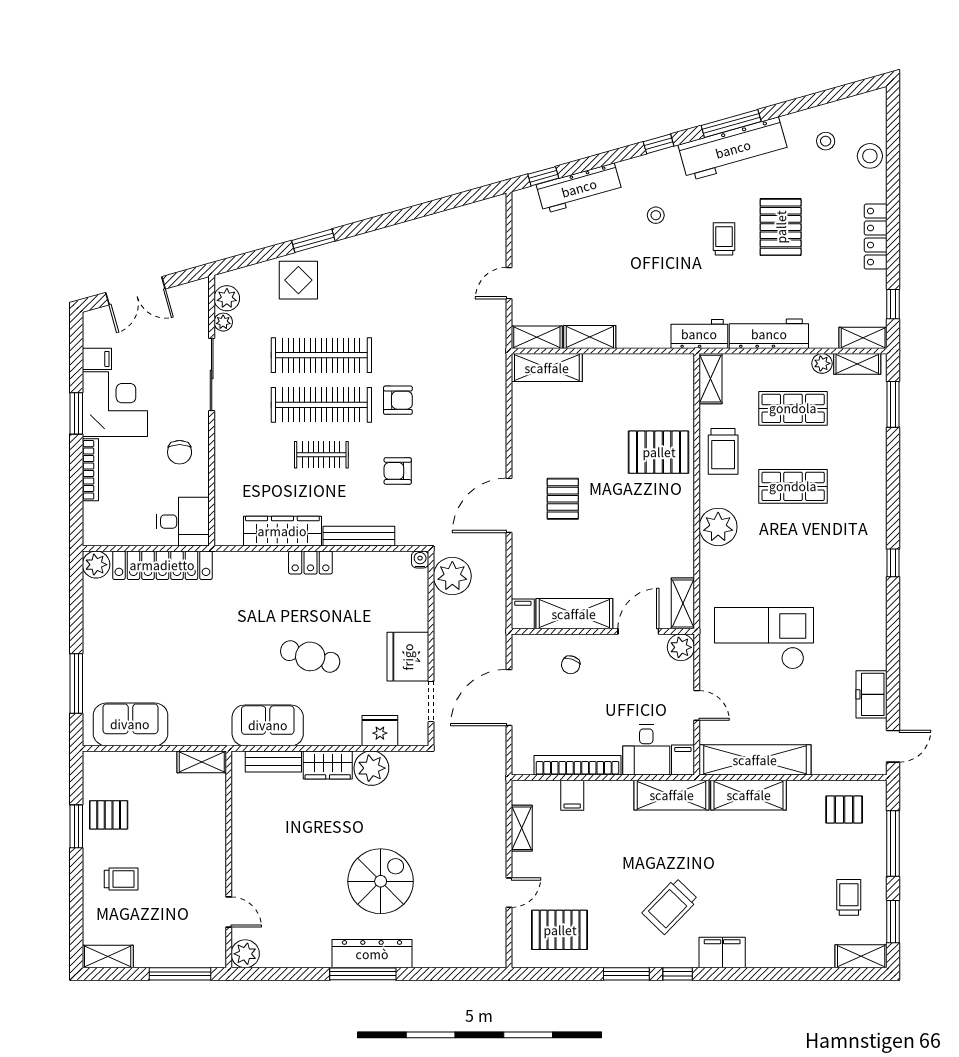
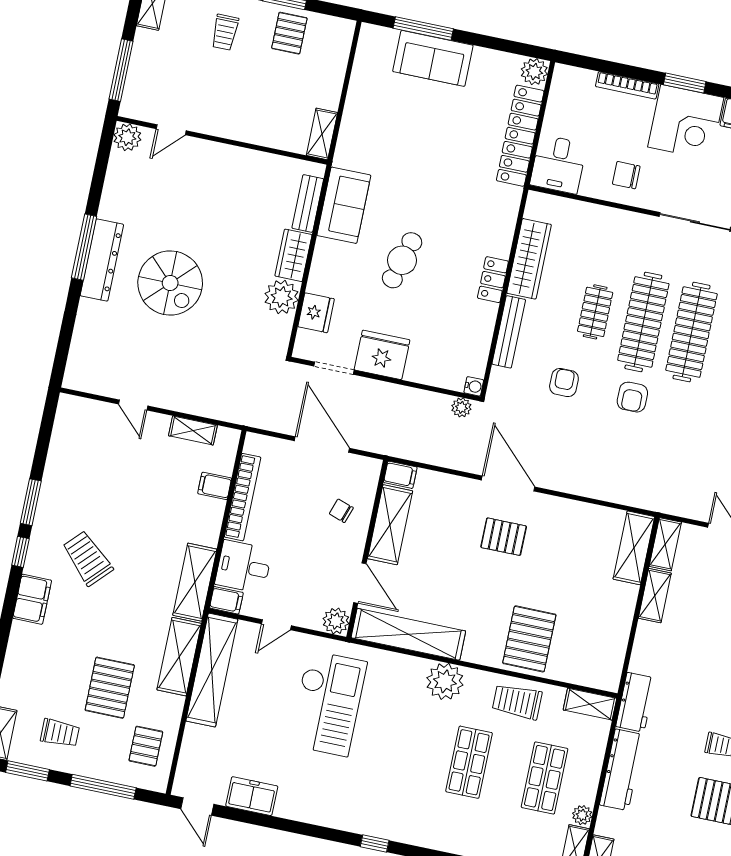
plant: (452, 576) -> (461, 407), width x0.53, depth x0.53
shelving: (683, 603) -> (408, 634), width x2.20, depth x1.33
sofa: (130, 724) -> (433, 58), moved, turned 90
pallet: (560, 930) -> (110, 688), moved

